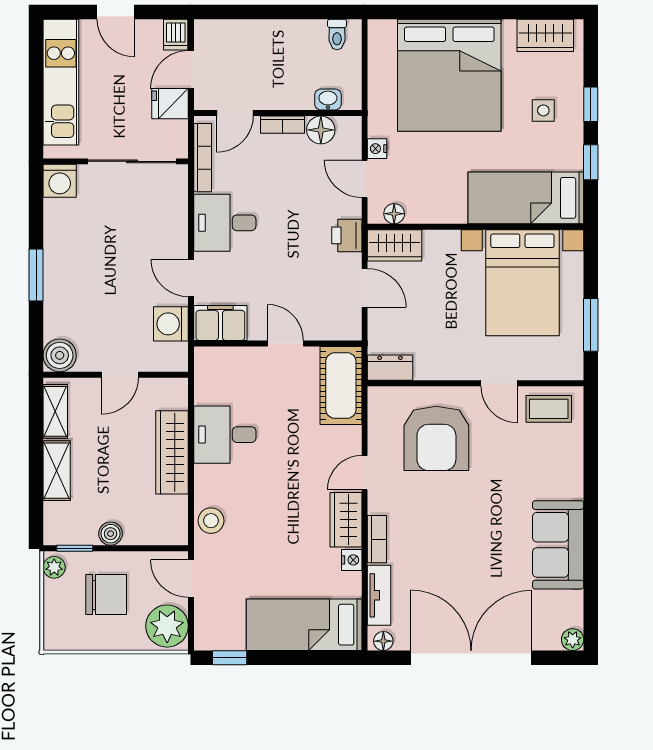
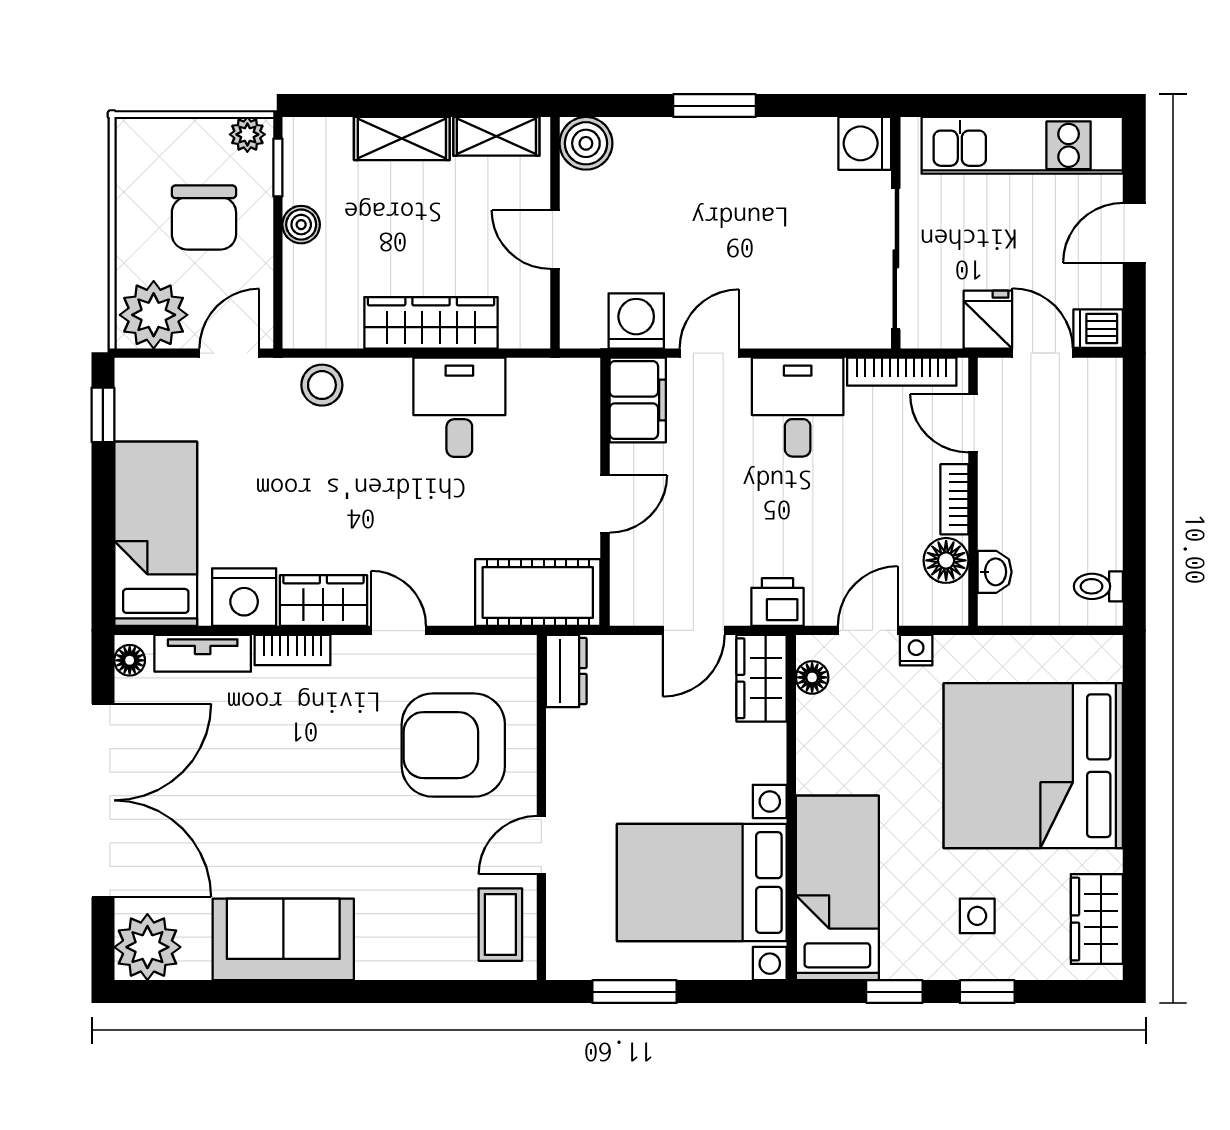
nightstand: (352, 560) -> (244, 597), width x1.89, depth x1.79
plant: (573, 640) -> (147, 947), width x1.87, depth x1.87

